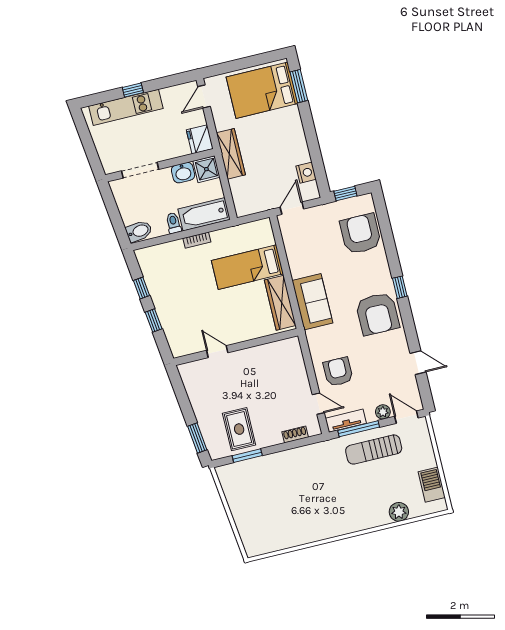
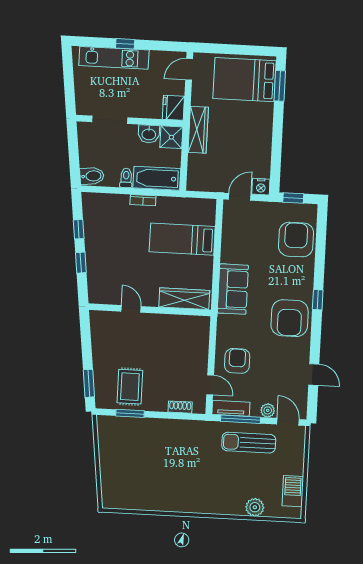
nightstand: (306, 173) -> (261, 187), moved, turned 90
wardrobe: (280, 303) -> (184, 299), moved, turned 90

